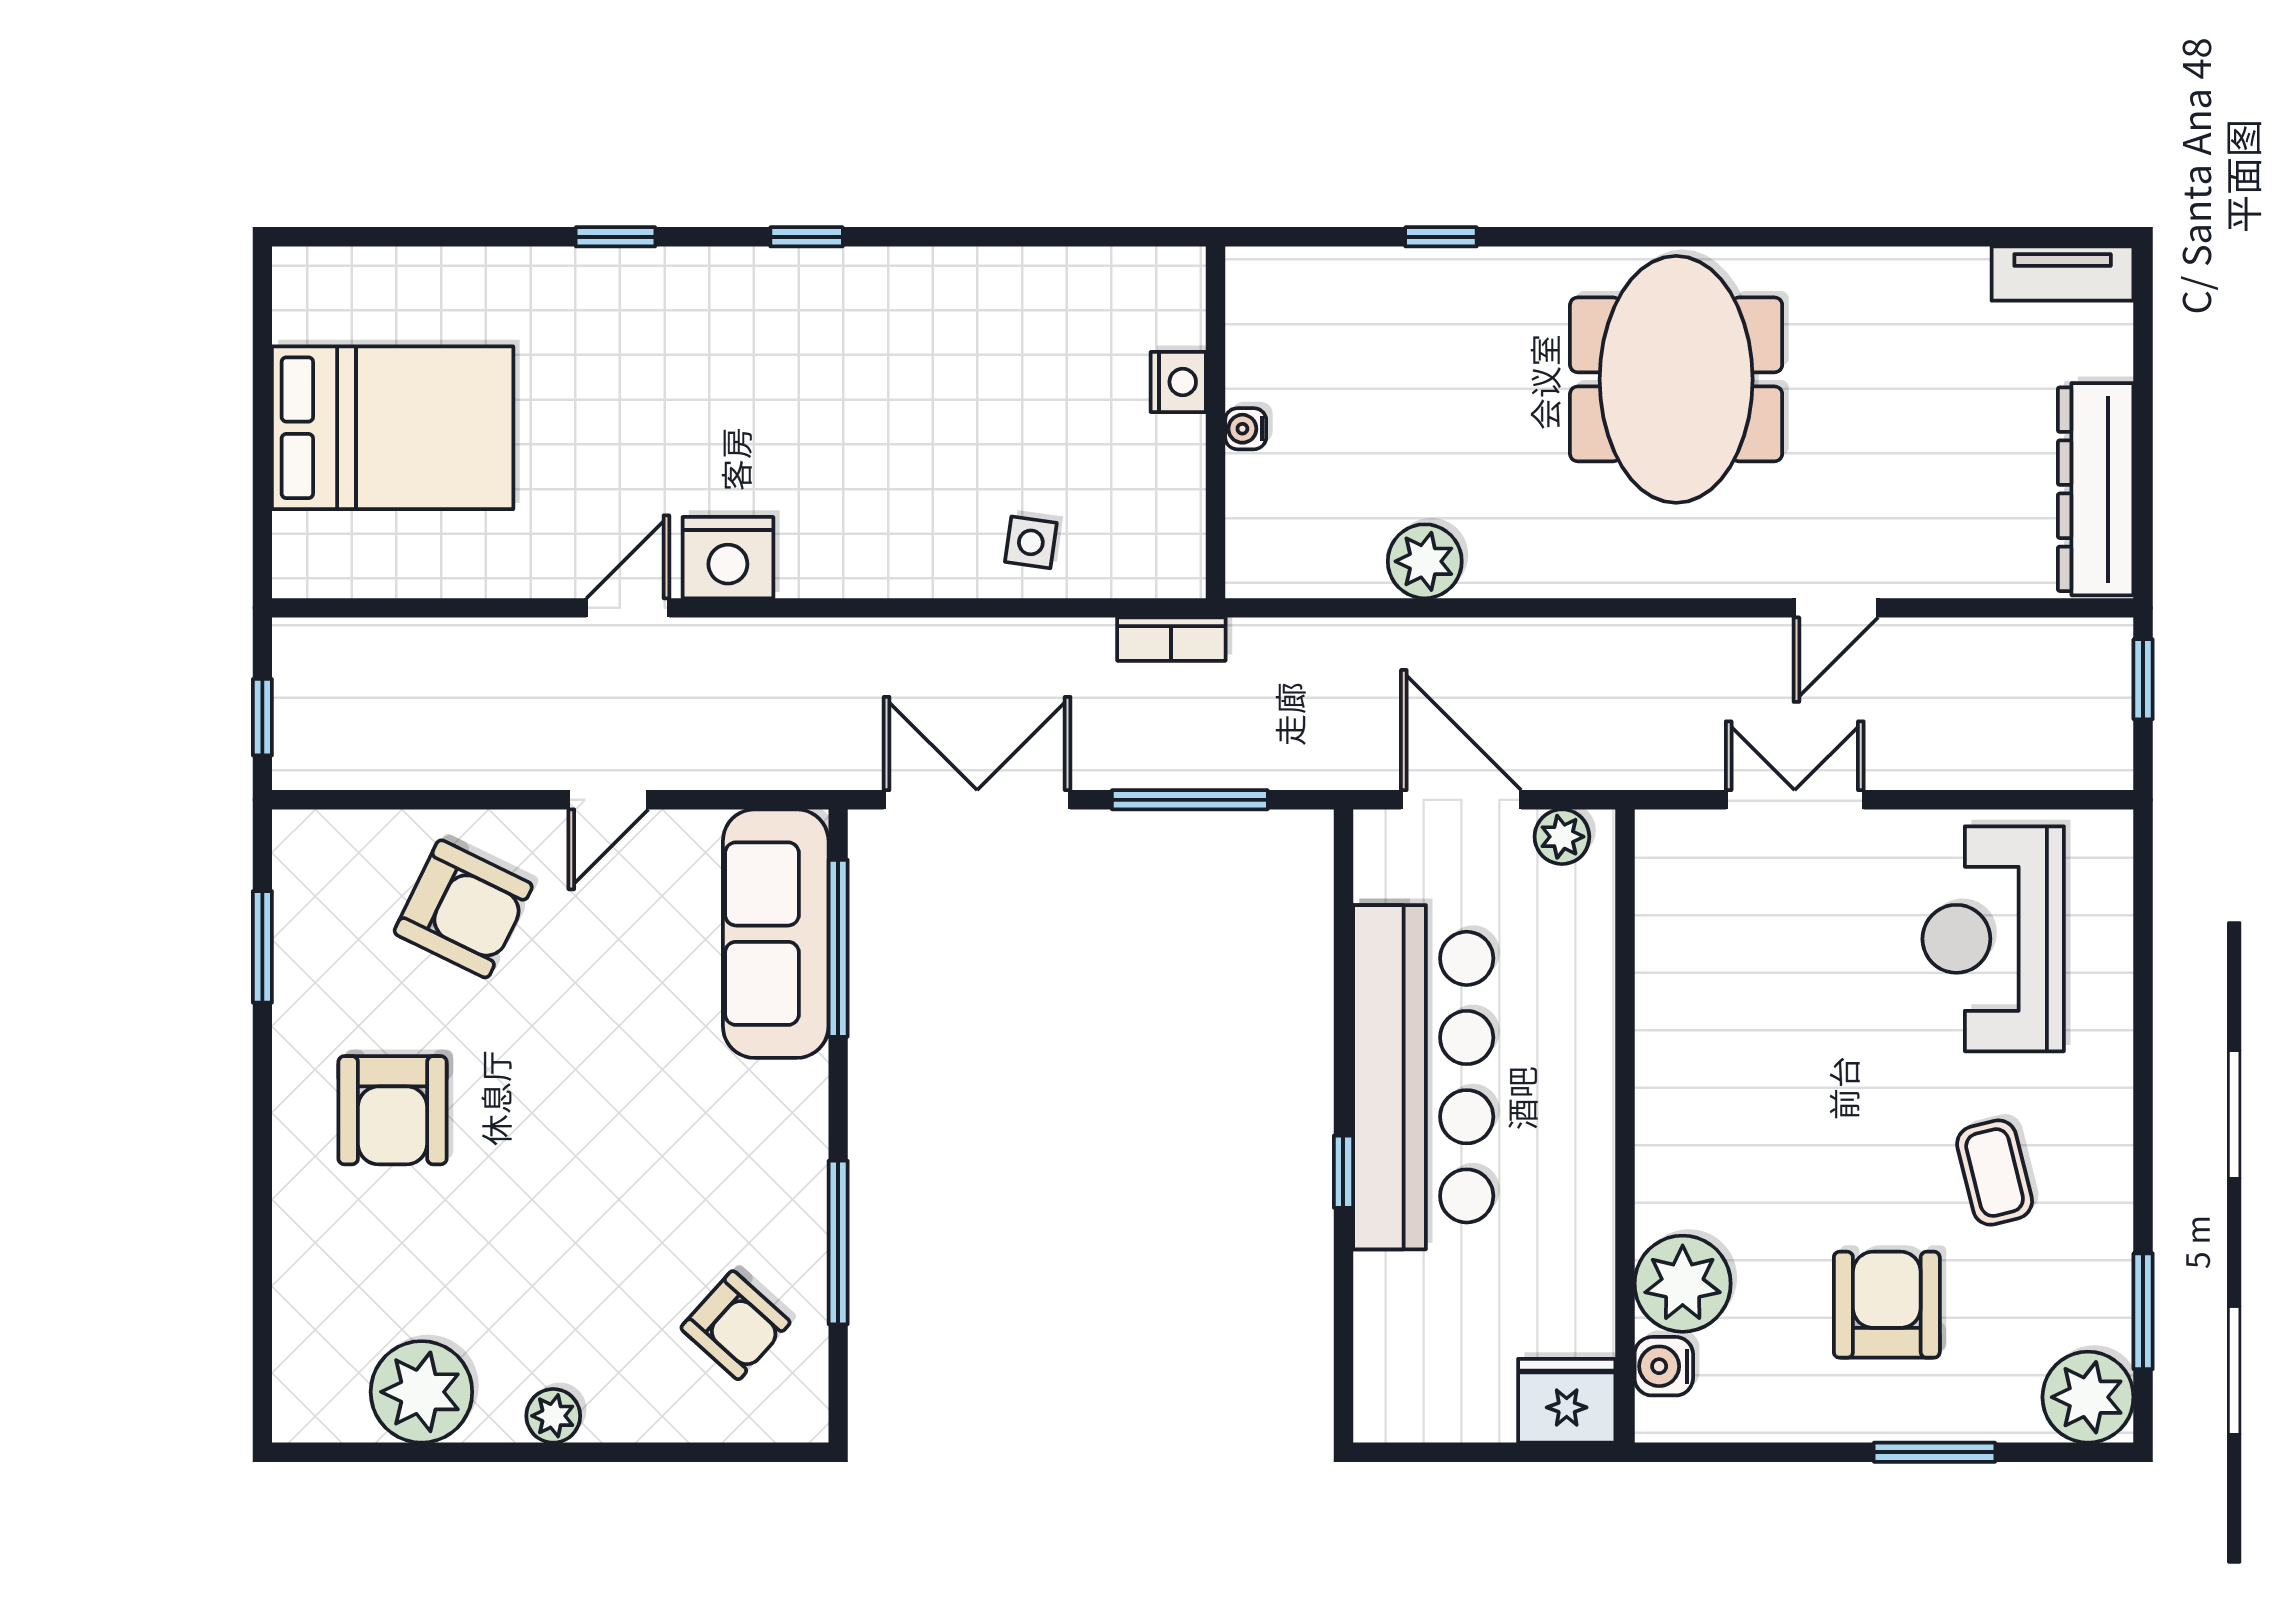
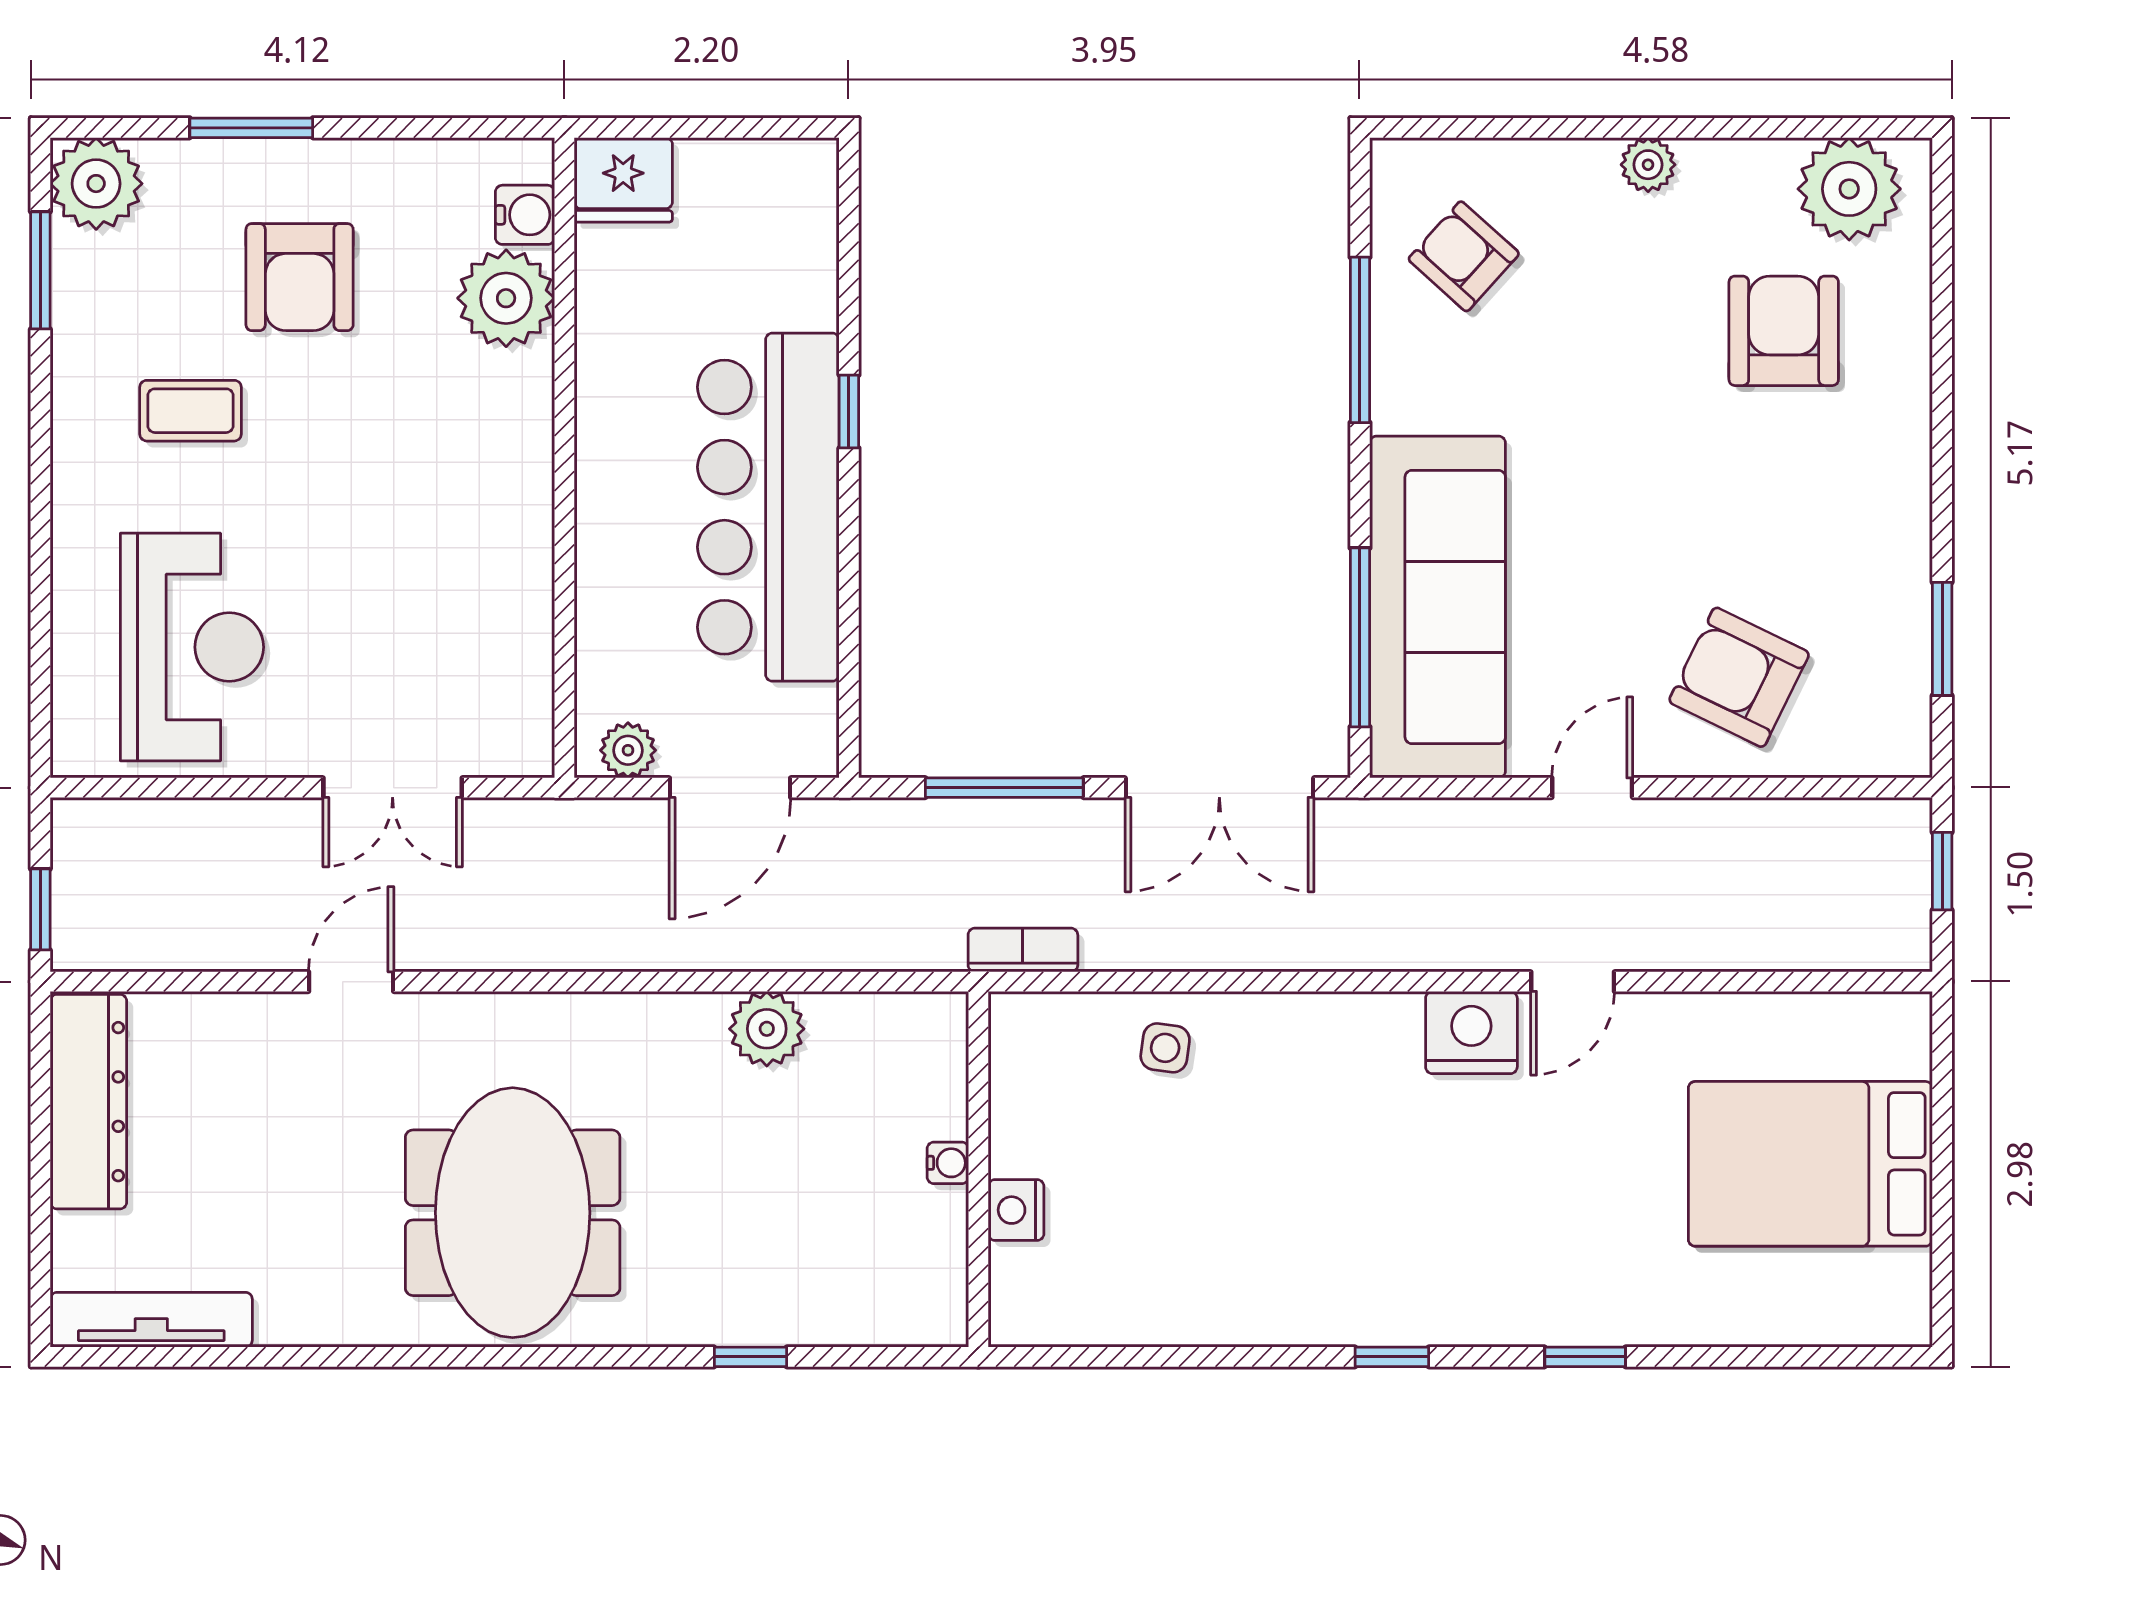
tv unit: (2063, 274) -> (151, 1320), width x1.41
door: (1461, 800) -> (730, 788), hinge flipped
sofa: (776, 934) -> (1438, 607), width x1.36, depth x1.27
armchair: (393, 1110) -> (1784, 331), moved
coffee table: (1995, 1173) -> (191, 411), turned -76
plant: (421, 1392) -> (1849, 189), moved

